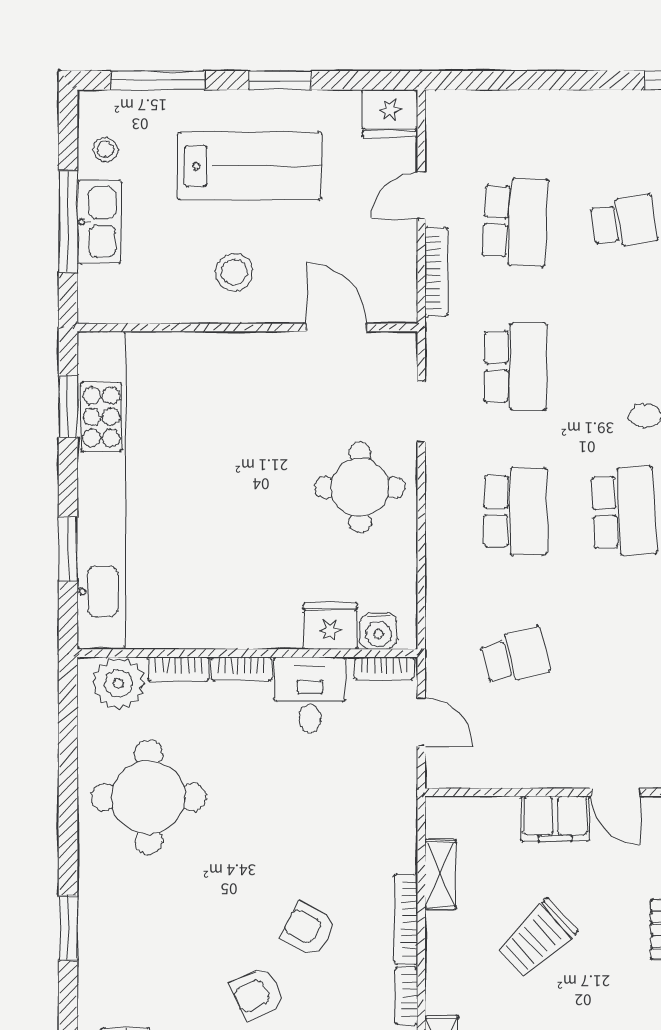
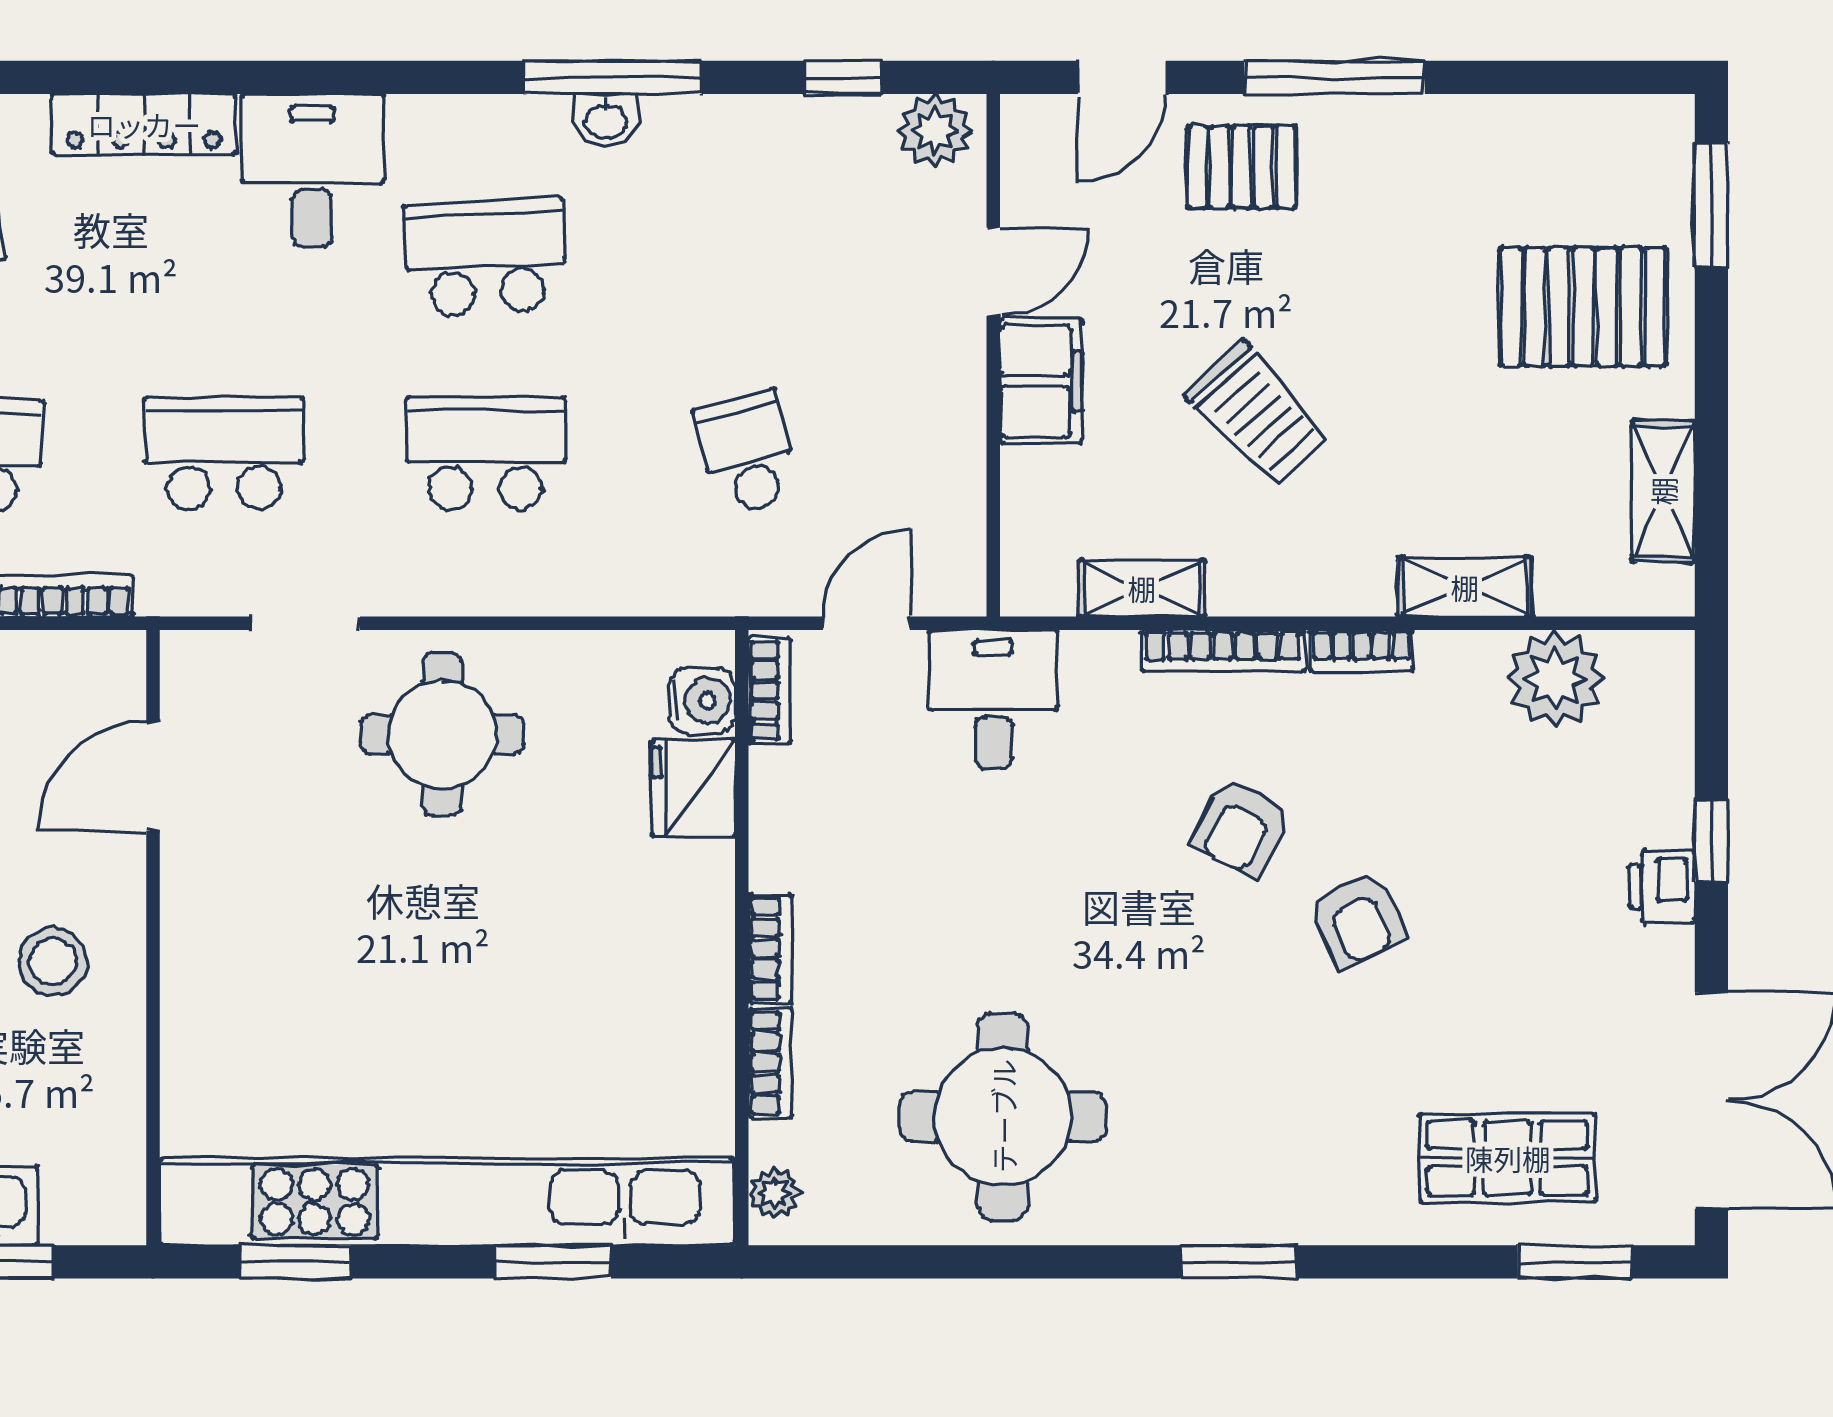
plant: (118, 683) -> (774, 1193), width x0.53, depth x0.53
desk: (310, 695) -> (993, 699), moved, turned 90

